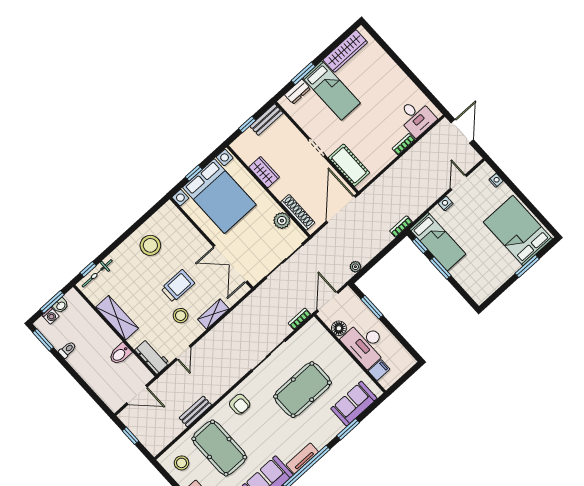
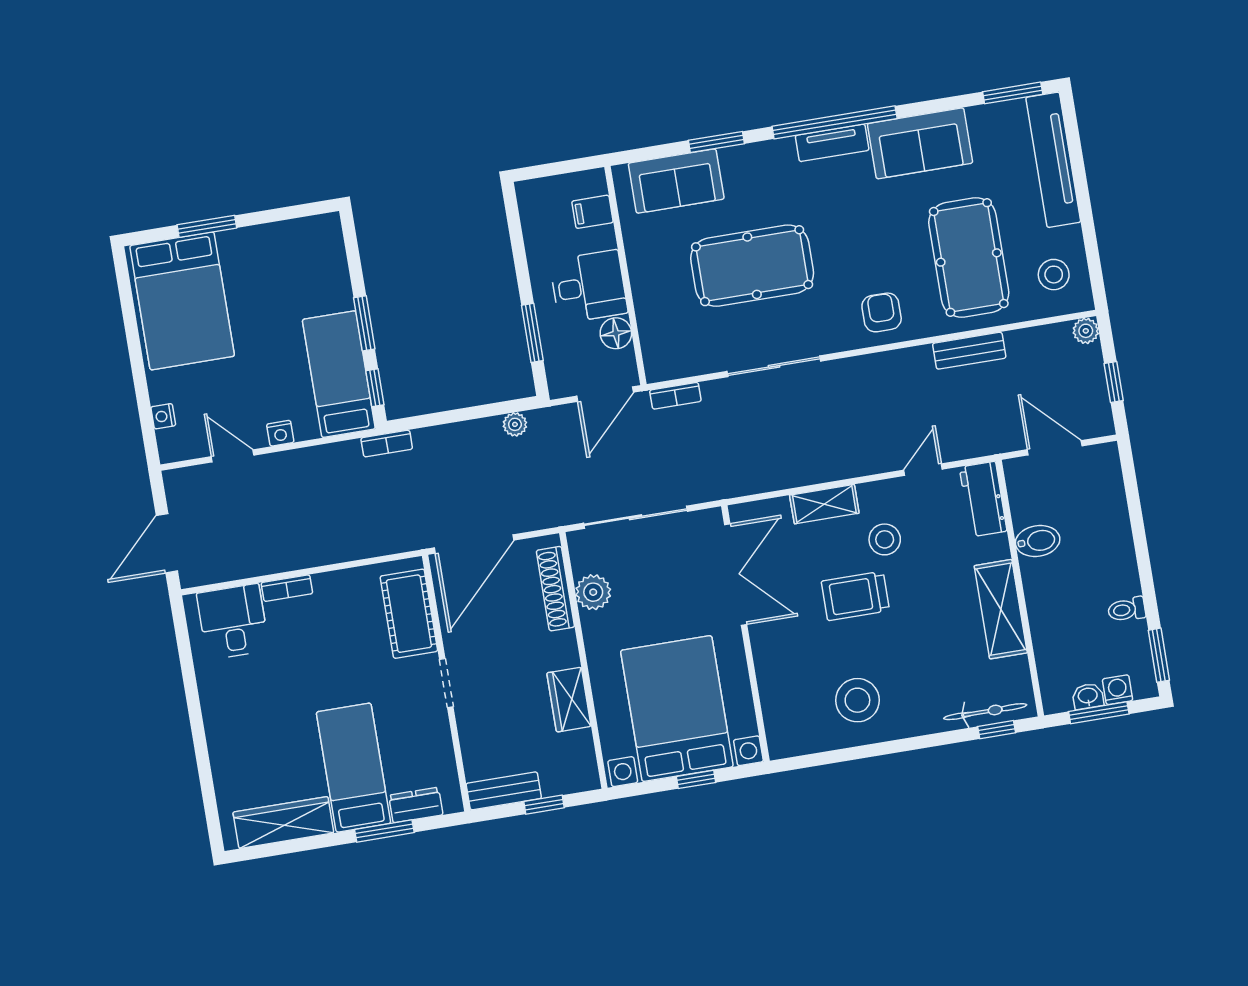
door: (459, 182) -> (233, 456), swing flipped
desk: (365, 344) -> (589, 287), width x0.73
plant: (155, 449) -> (1086, 331), added

